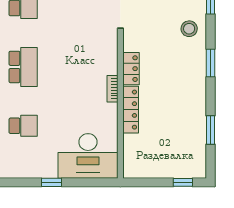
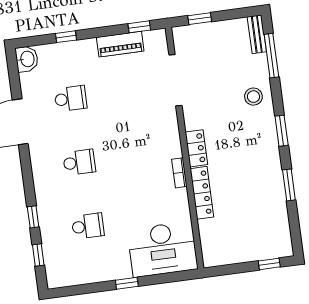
school desk: (23, 67) -> (79, 162), width x0.54
window: (210, 130) -> (289, 185), moved

